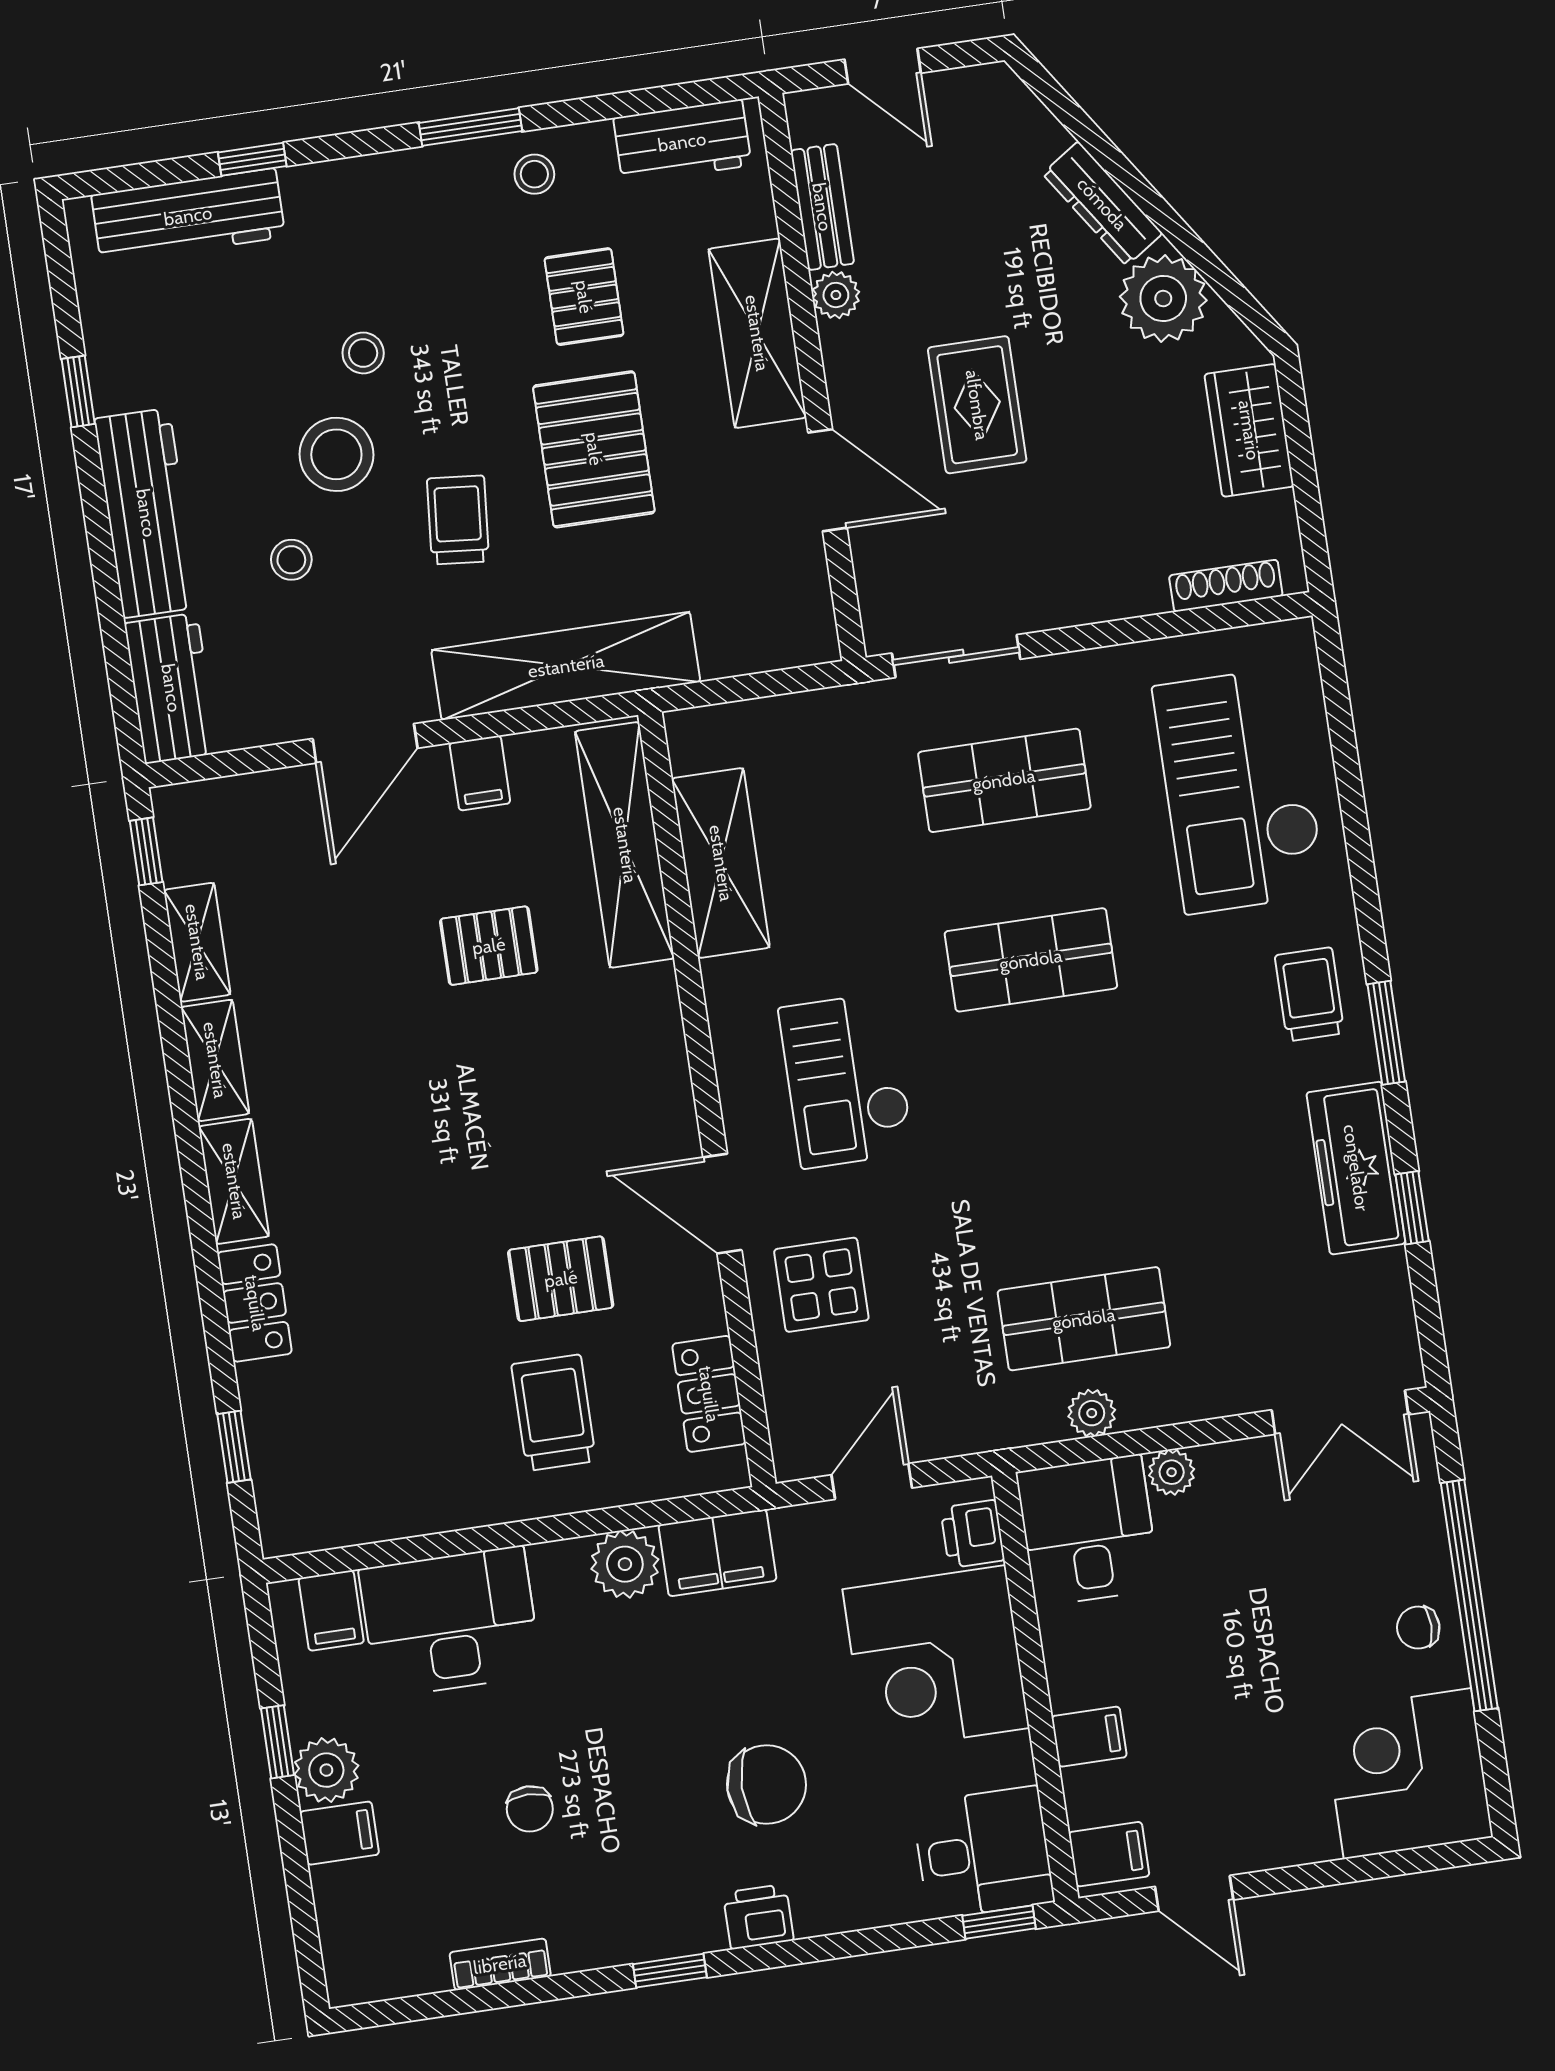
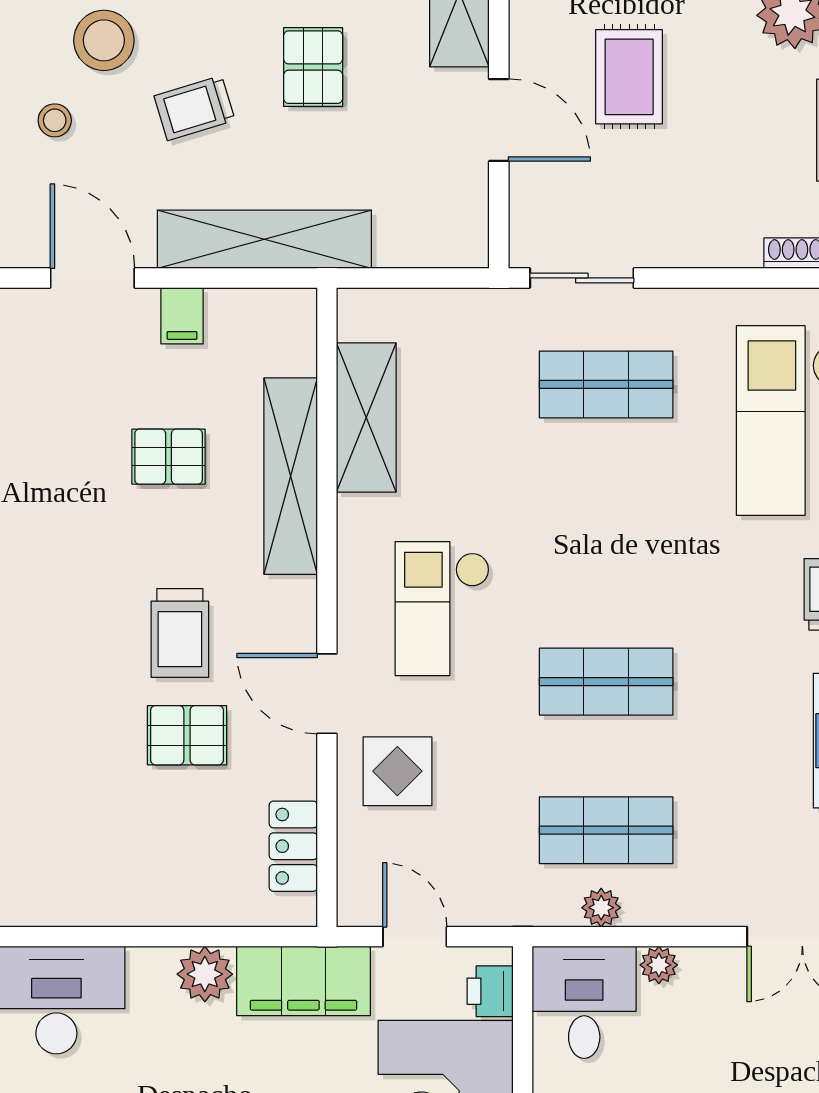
pallet: (594, 449) -> (313, 67), width x0.67, depth x0.71
trolley: (458, 520) -> (195, 108), turned -112
door: (365, 743) -> (92, 278), swing flipped
shelving: (625, 845) -> (291, 476), moved
shop shelf: (1031, 960) -> (606, 682), moved
trolley: (554, 1413) -> (180, 633), moved, turned 180
door: (872, 1481) -> (415, 937), hinge flipped
filing cabinet: (717, 1553) -> (303, 981), width x1.50, depth x1.17

